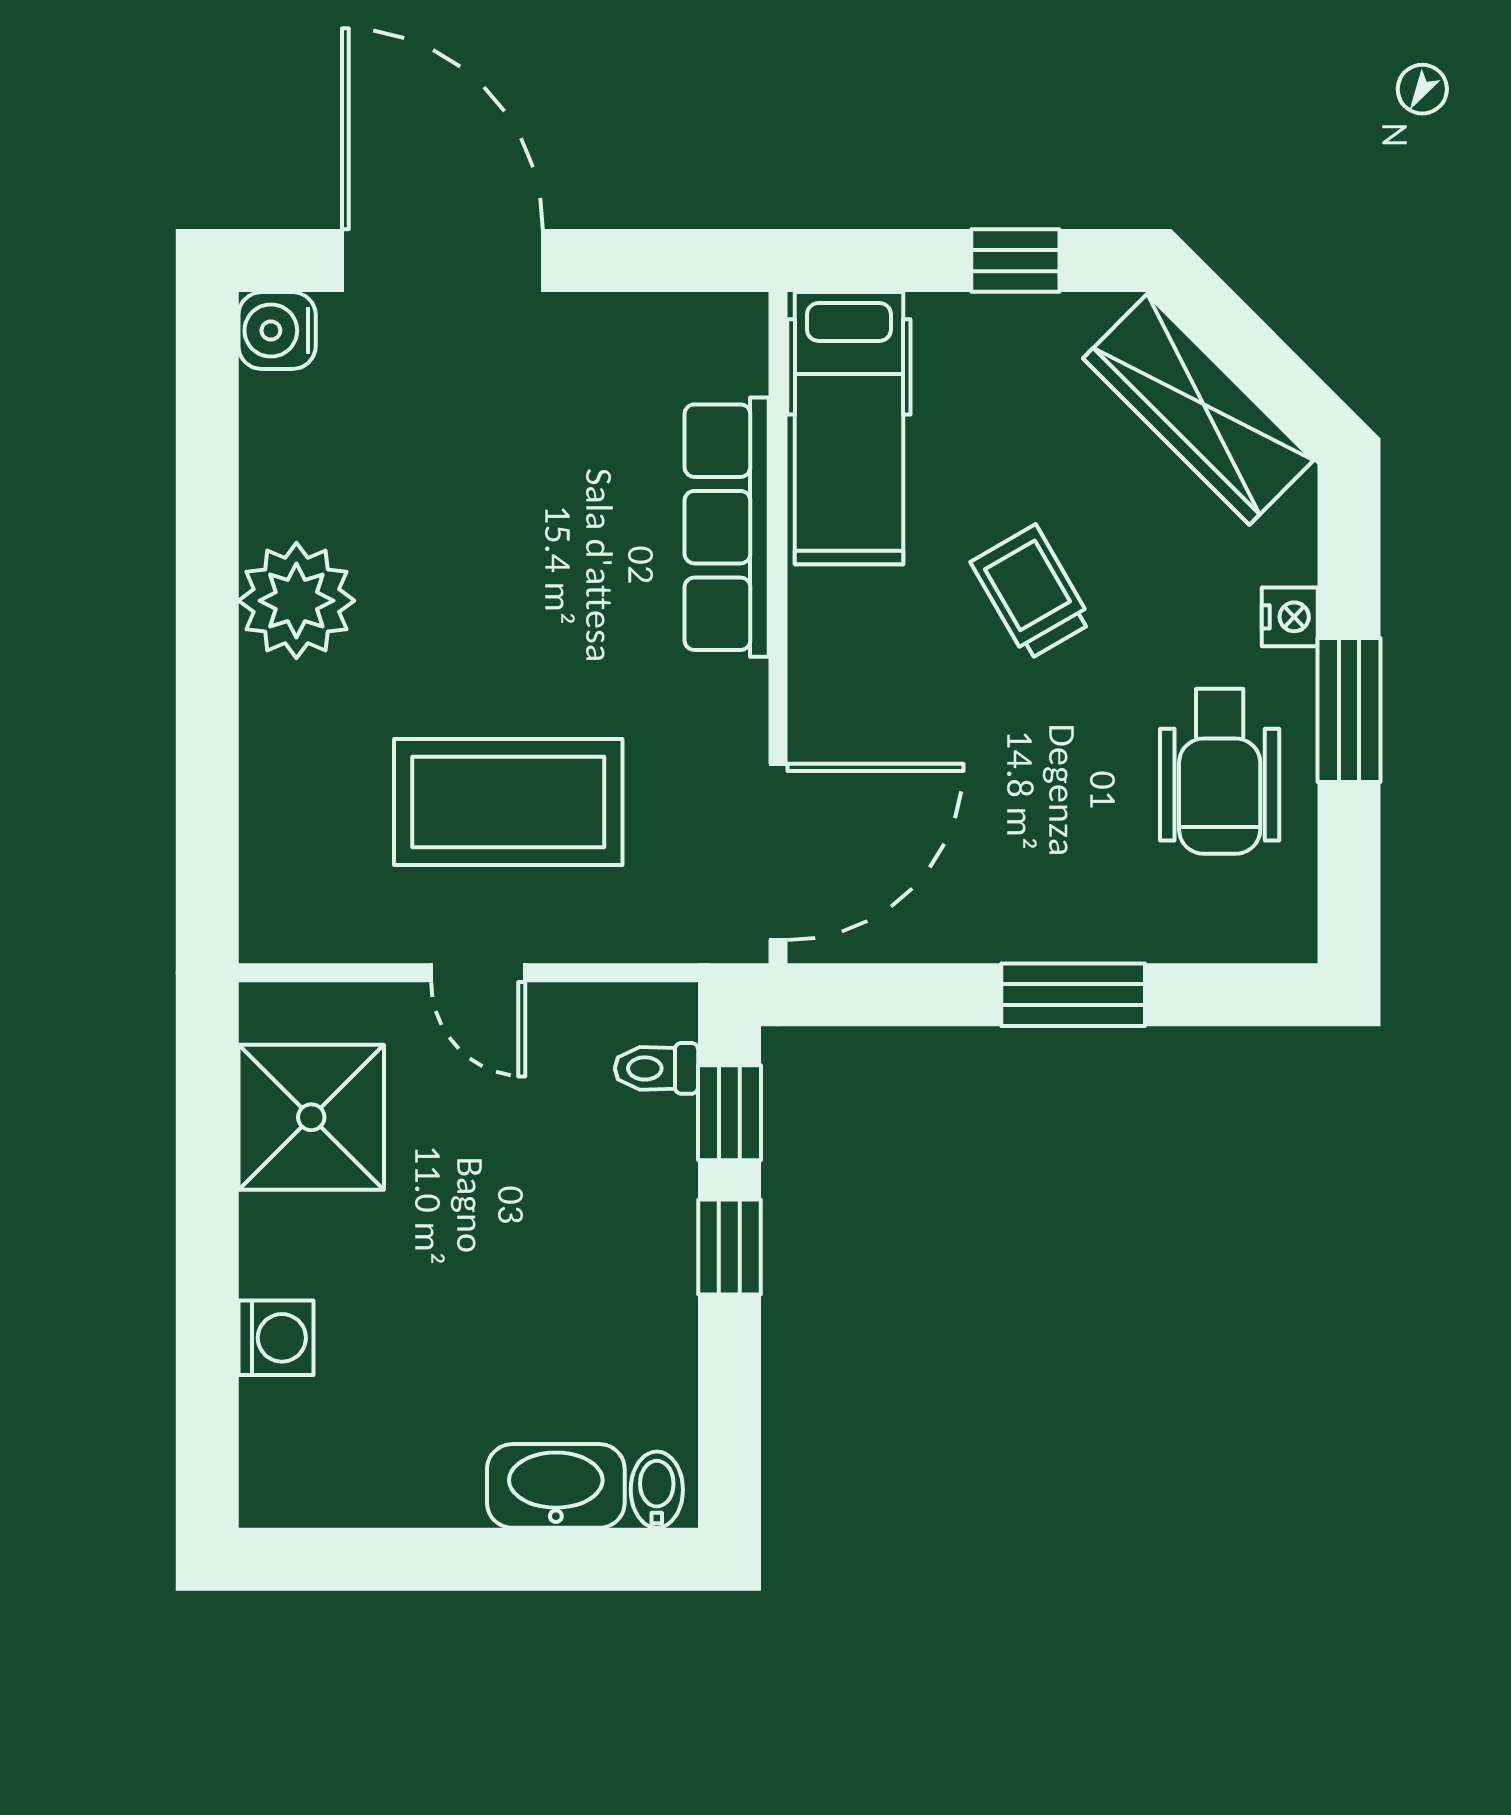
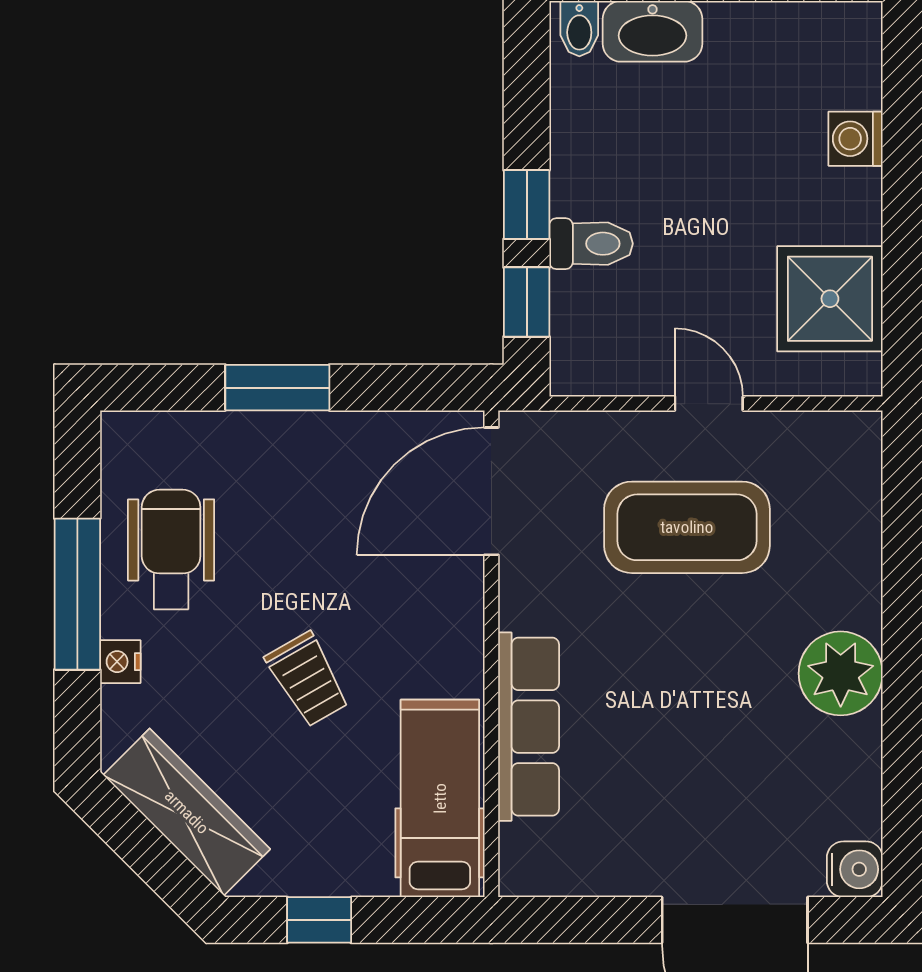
window: (1349, 710) -> (77, 594), width x1.44
toilet: (656, 1068) -> (591, 244), moved, width x1.37, depth x1.39

